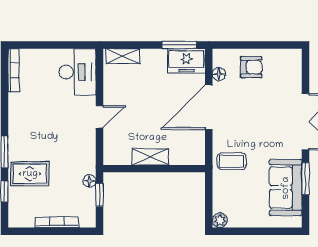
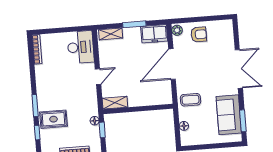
window: (179, 45) -> (134, 24), moved
floor lamp: (219, 74) -> (184, 126), moved
shelving: (150, 157) -> (115, 103), moved
window: (306, 179) -> (243, 121), moved
plant: (220, 220) -> (177, 30), moved

